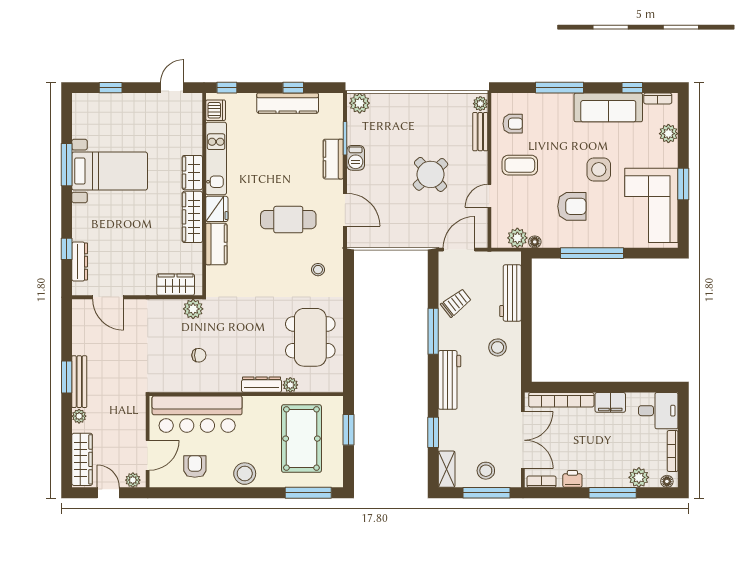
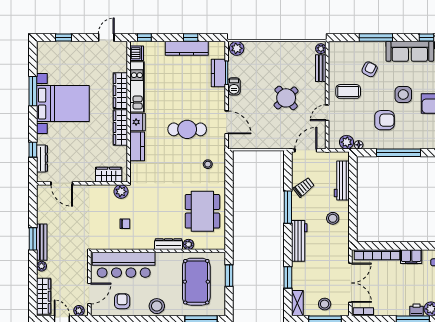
armchair: (513, 124) -> (370, 69), moved, turned -63
kitchen counter: (333, 159) -> (218, 73), moved
bed with nightstands: (110, 171) -> (63, 104), width x1.36
wardrobe: (192, 173) -> (120, 91), width x1.50
printer: (572, 479) -> (416, 310), moved

